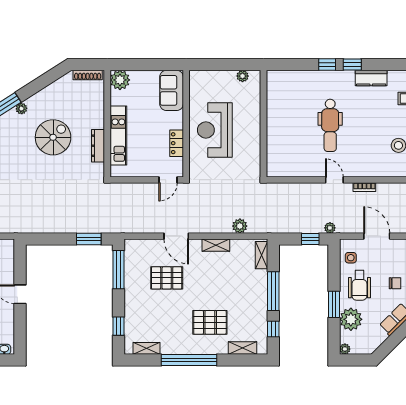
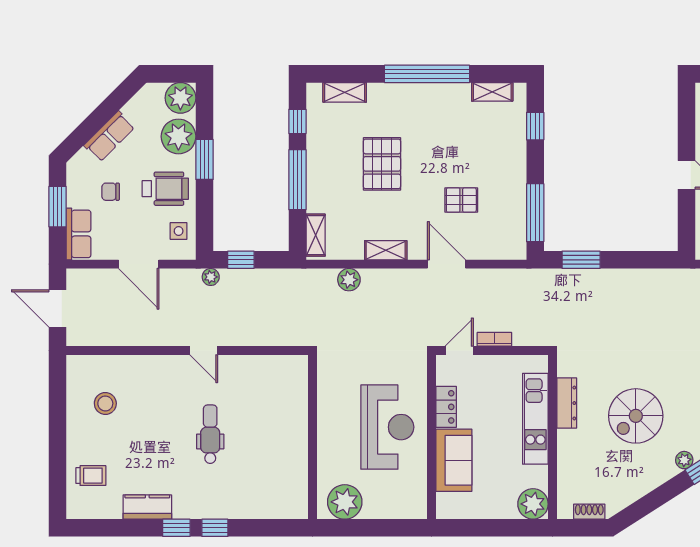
shoe rack: (88, 75) -> (589, 512), width x0.70
plant: (243, 76) -> (345, 502), width x1.88, depth x1.88
sofa: (172, 90) -> (454, 460), moved
dental chair: (330, 125) -> (210, 434), width x0.73, depth x0.72
bookcase: (364, 187) -> (494, 339), moved
pallet: (167, 278) -> (461, 200), width x0.67, depth x0.71
wheelchair: (359, 285) -> (165, 189), turned 90
pallet: (210, 322) -> (382, 164), moved, turned 90
plant: (345, 349) -> (180, 98), width x1.88, depth x1.88

